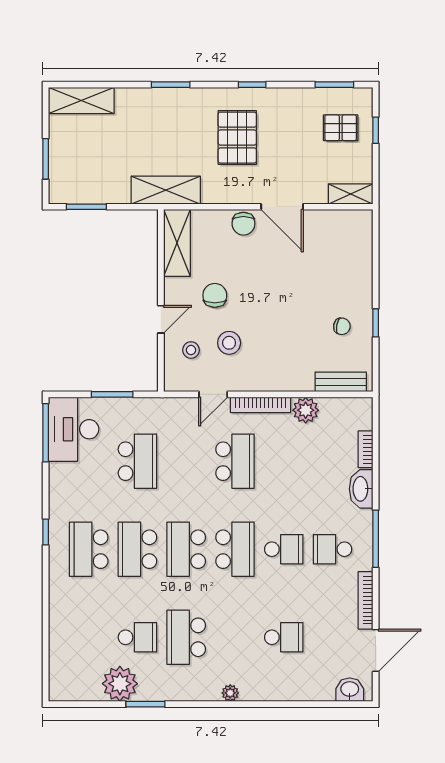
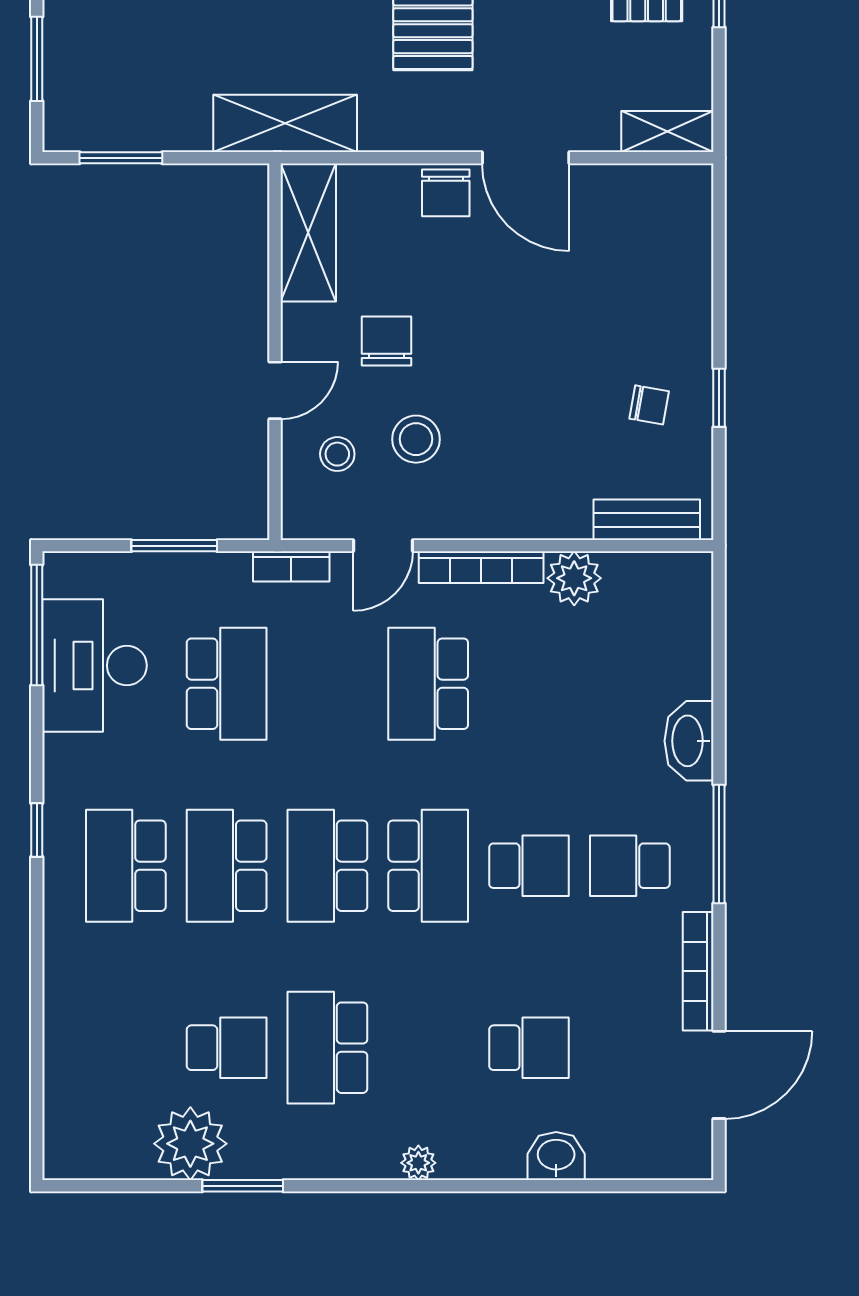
desk: (74, 429) -> (94, 666), moved
bookcase: (366, 449) -> (291, 566), moved, turned -90
school desk: (235, 461) -> (428, 684), turned 180
washbasin: (350, 690) -> (556, 1156), moved

